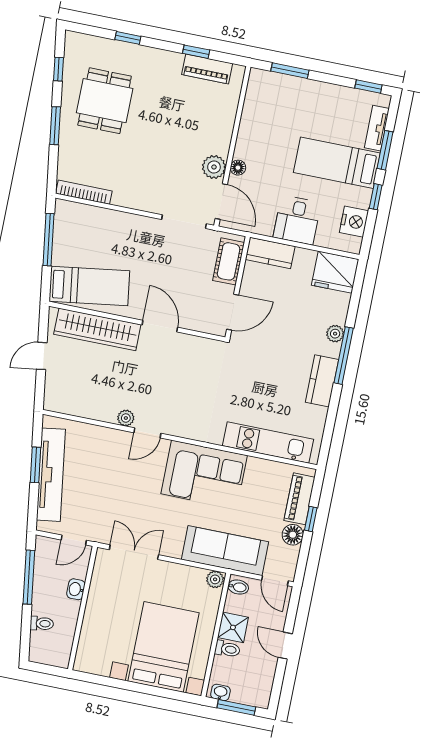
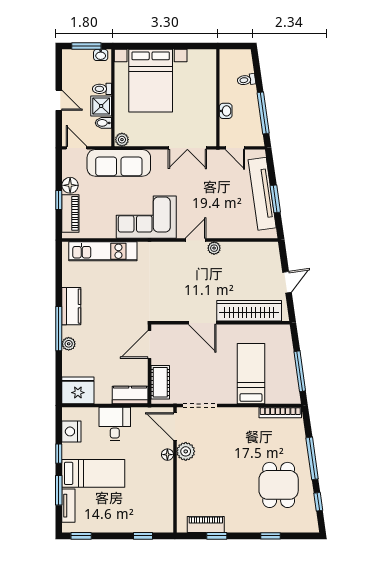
window: (290, 71) -> (143, 536), width x0.67
window: (55, 126) -> (312, 458), width x1.44
bed: (89, 286) -> (251, 374), moved, turned 98
door: (74, 540) -> (235, 148), swing flipped
bidet: (238, 587) -> (103, 123), moved

